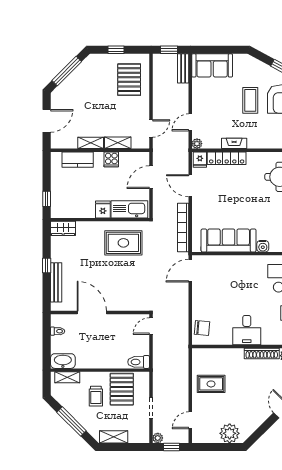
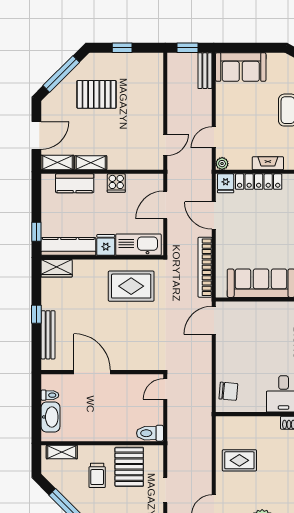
pallet: (129, 80) -> (97, 94), moved, turned 90
shelving: (118, 143) -> (57, 163), moved
kitchen counter: (73, 211) -> (68, 246), added
washbasin: (63, 361) -> (50, 417), moved, turned 90

